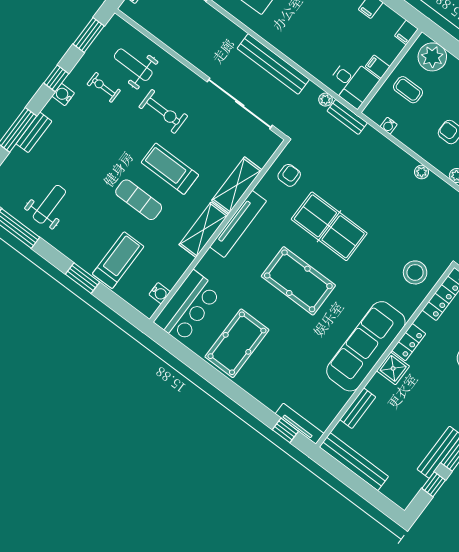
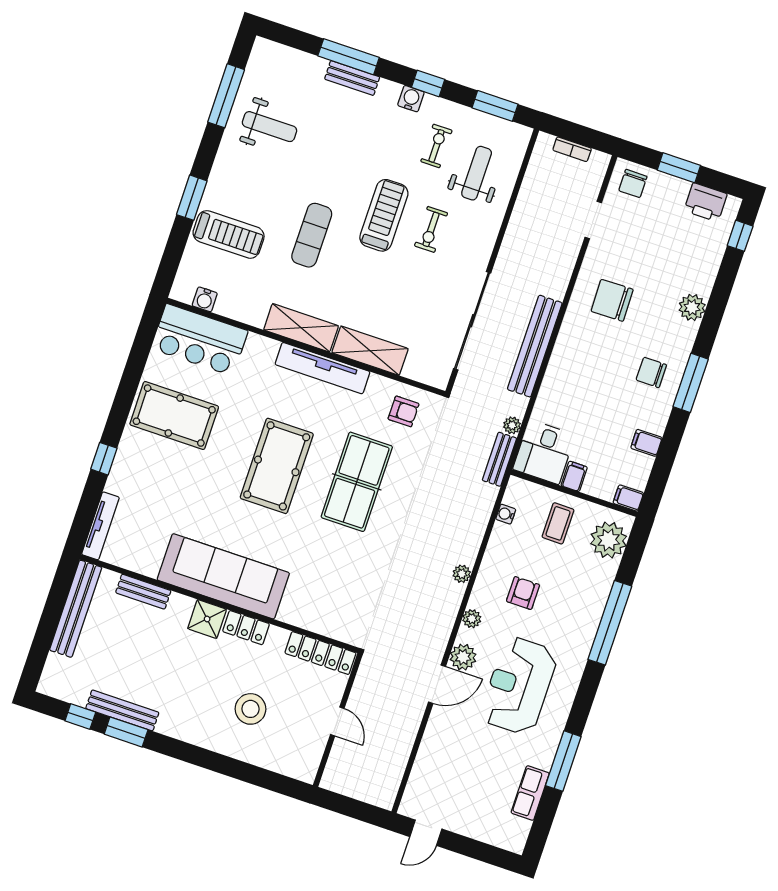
exercise bike: (163, 111) -> (431, 229), width x0.73, depth x0.72
treadmill: (170, 169) -> (384, 215), moved
stool: (415, 272) -> (335, 607), removed
window: (285, 430) -> (104, 459), moved

